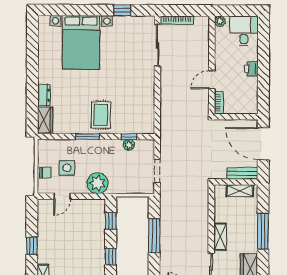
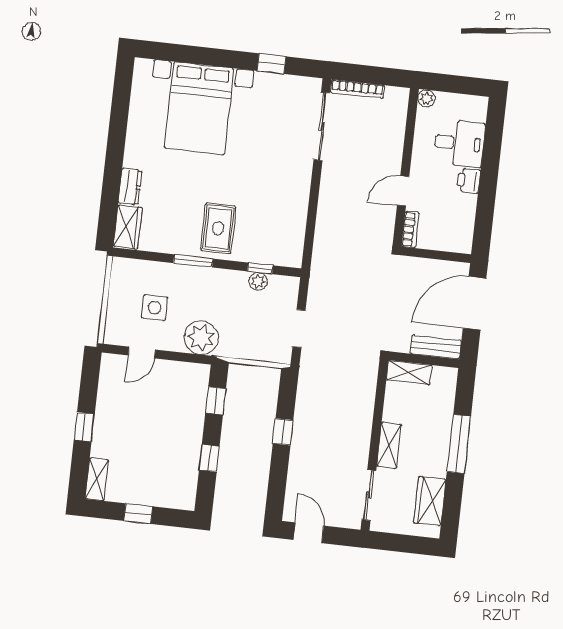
desk: (244, 31) -> (459, 143), moved, turned 90
door: (263, 144) -> (475, 303), hinge flipped
chair: (45, 173) -> (119, 312), removed
shelving: (240, 191) -> (409, 372), moved
window: (154, 236) -> (283, 432), width x0.46

